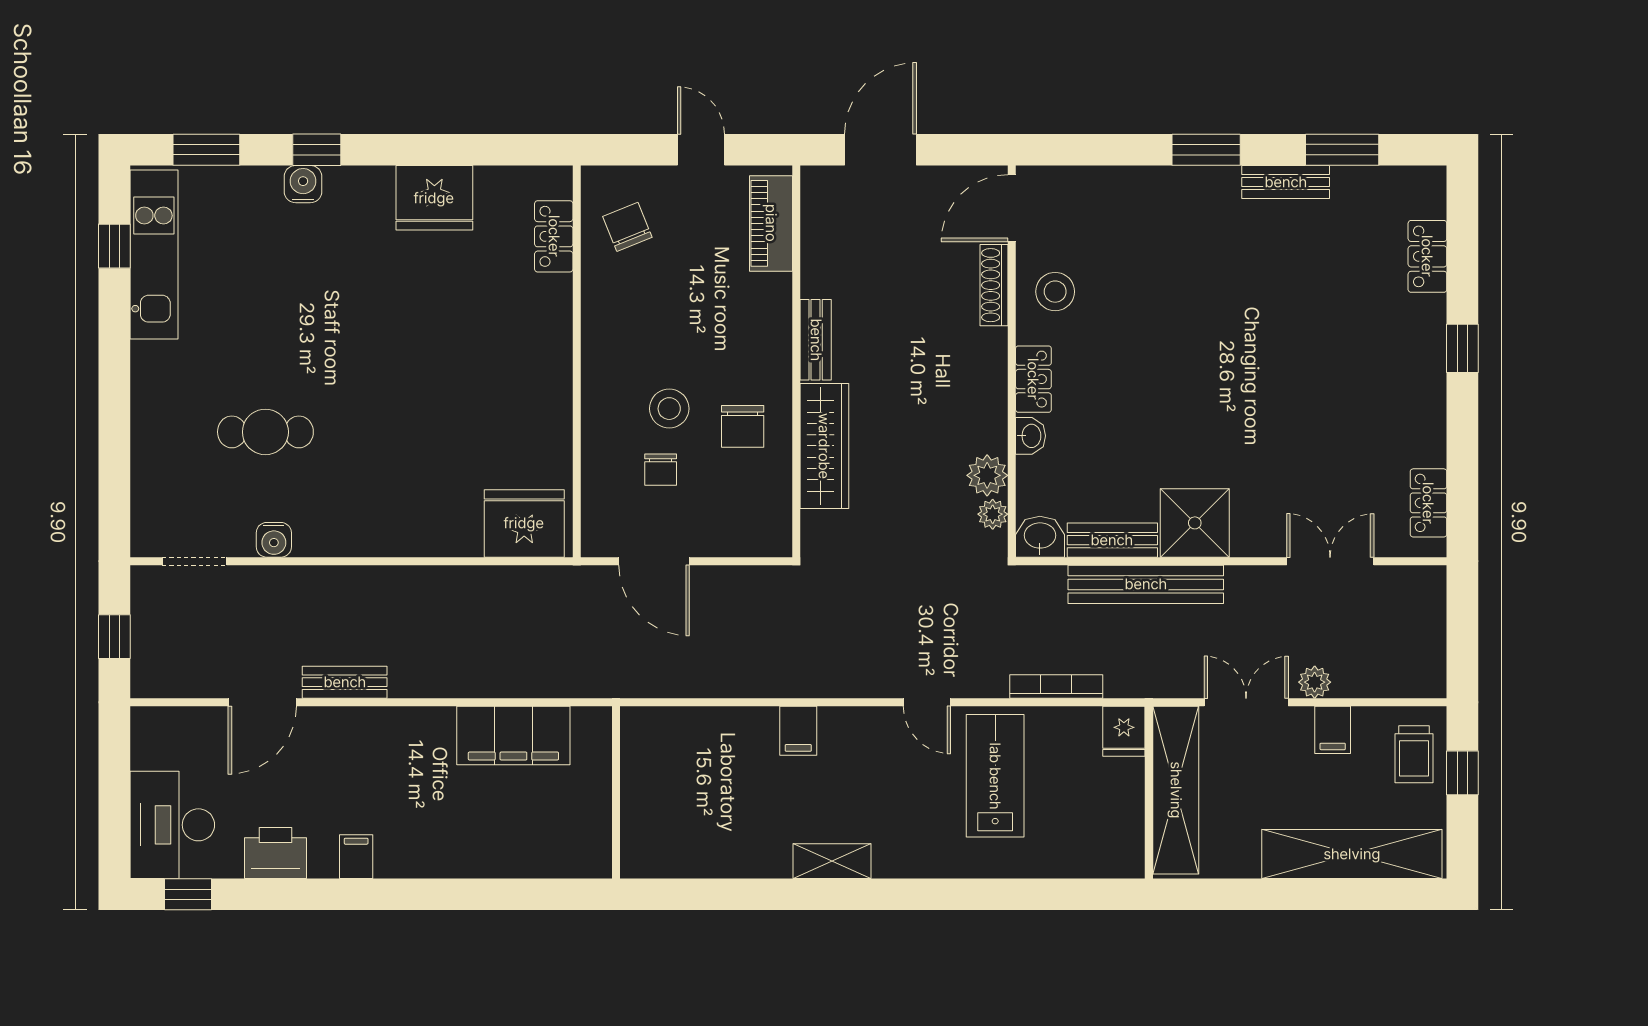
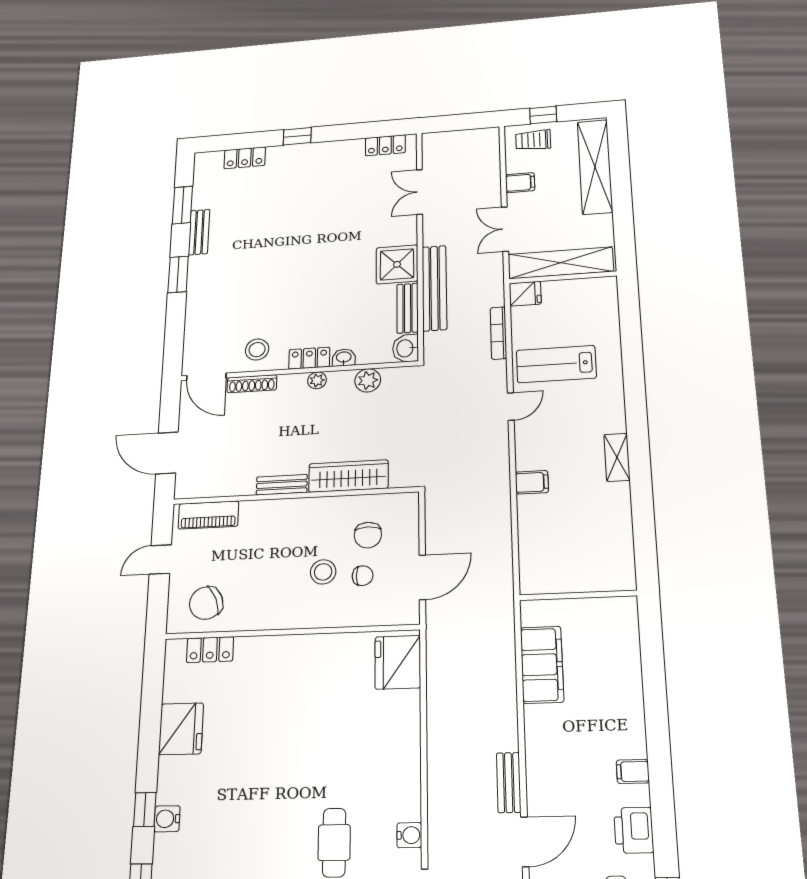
chair: (627, 227) -> (206, 603), width x1.37, depth x1.37
chair: (743, 426) -> (368, 535), moved, turned 90
plant: (993, 514) -> (317, 380), moved
plant: (1315, 682) -> (492, 194), removed
door: (262, 702) -> (525, 842), hinge flipped
trolley: (1414, 754) -> (533, 140), turned 180

